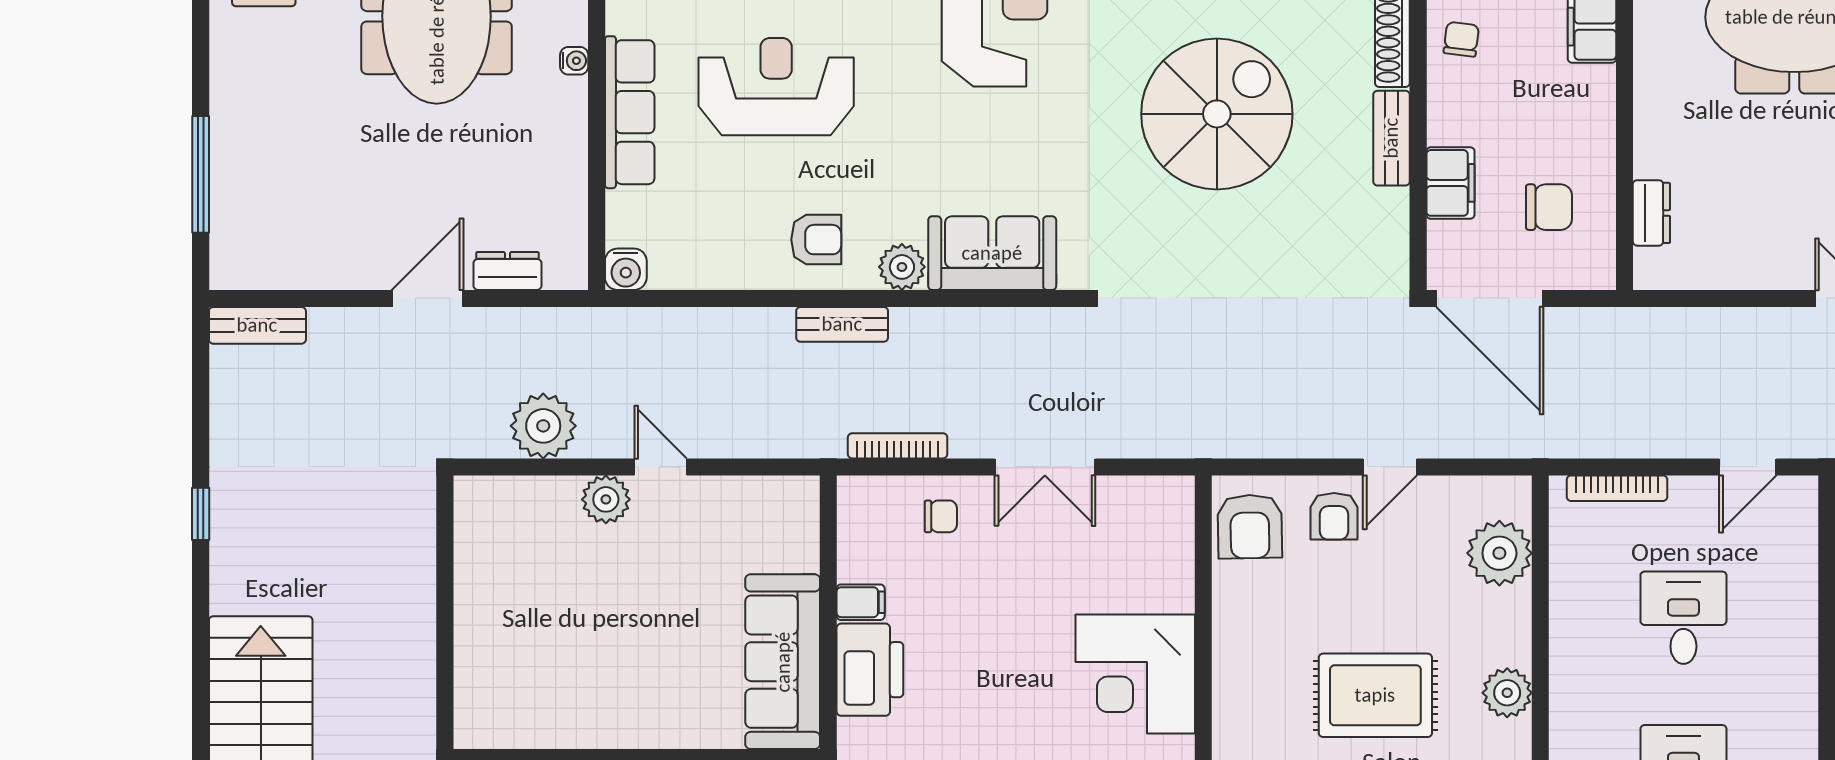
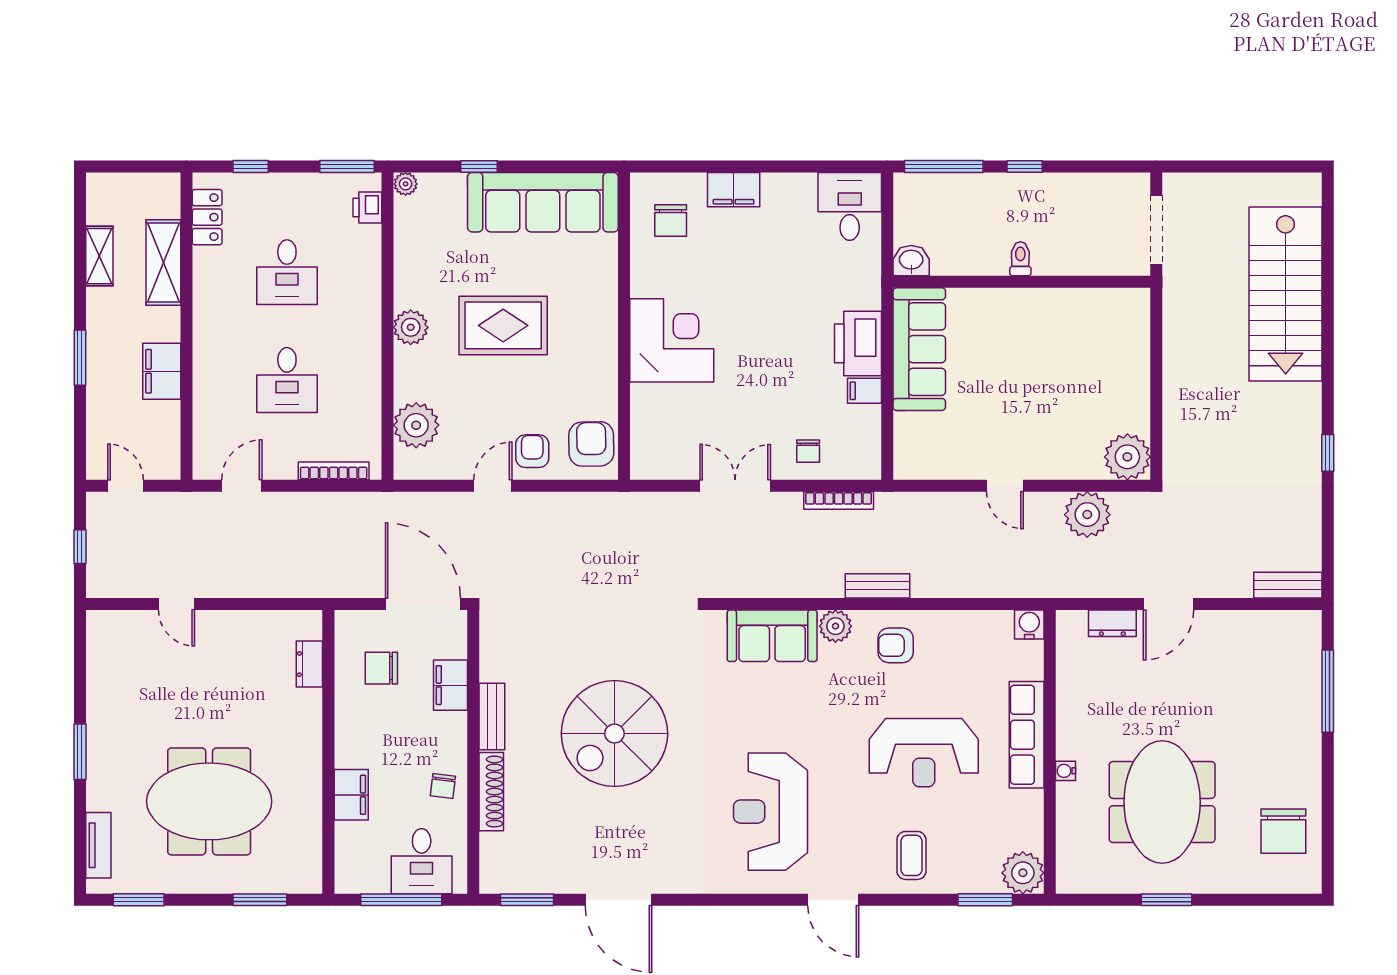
plant: (606, 499) -> (1127, 457), moved, width x1.36, depth x1.36
chair: (941, 516) -> (808, 451), turned -90

